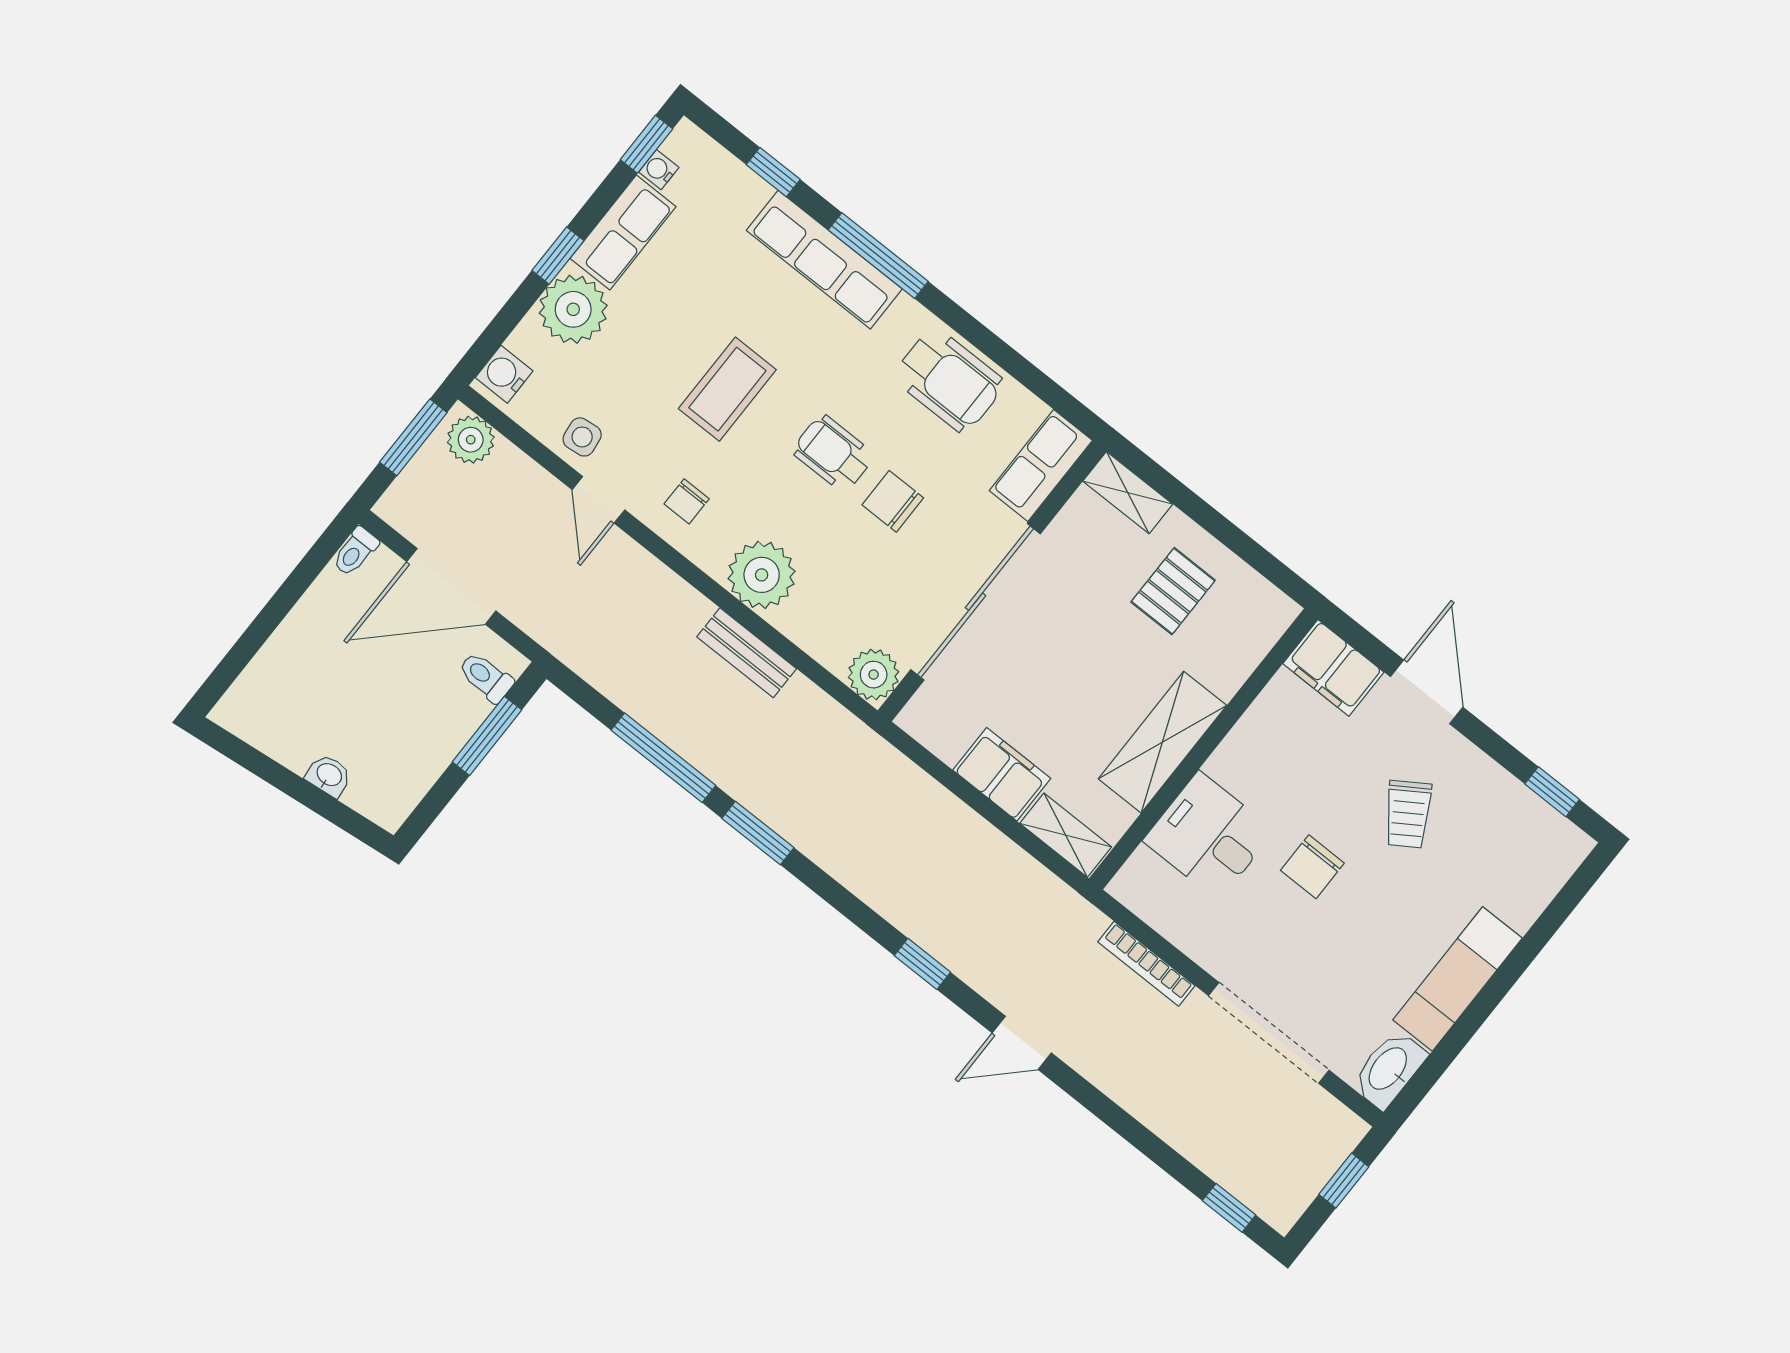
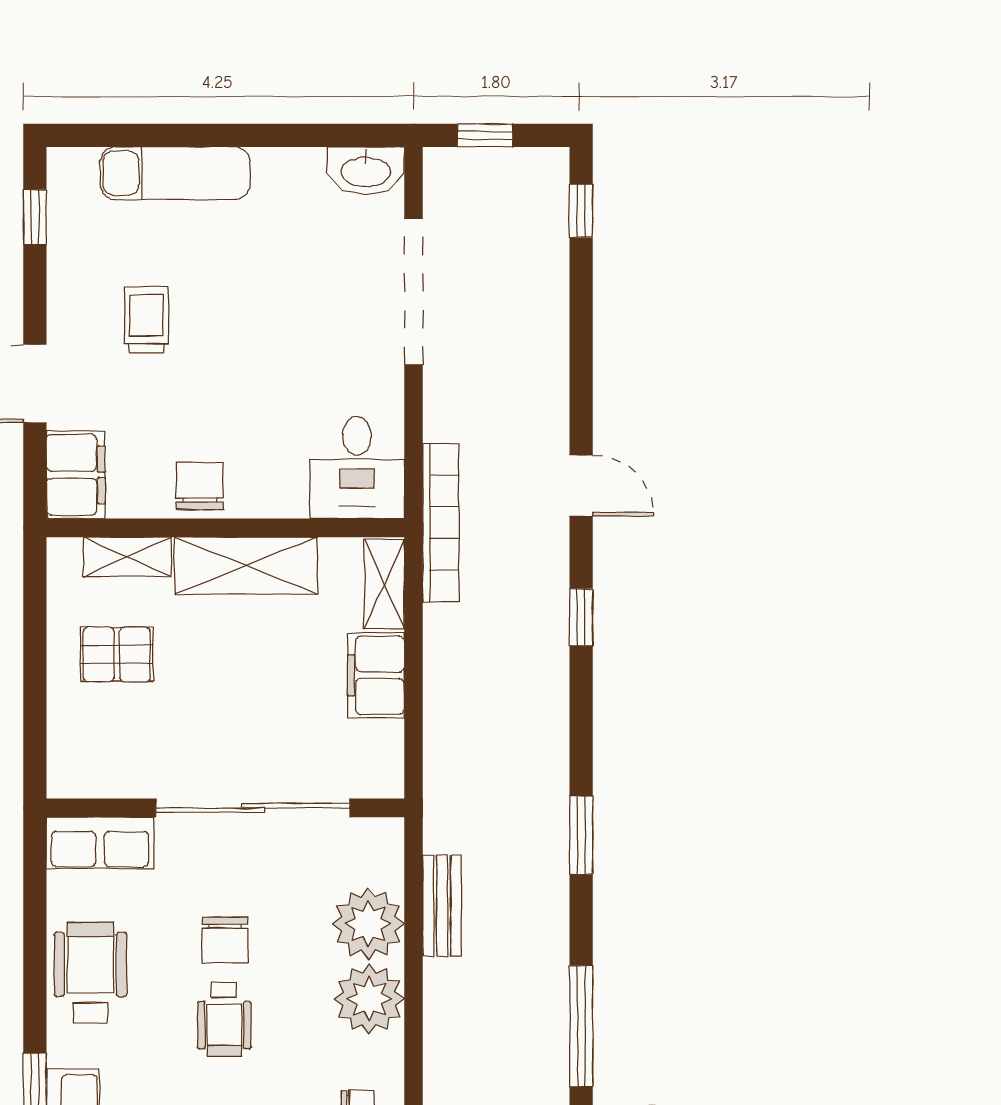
shelving: (1128, 493) -> (127, 557), moved, turned 90
bench: (747, 653) -> (442, 906), moved
plant: (874, 675) -> (368, 924), moved, width x1.36, depth x1.36
window: (663, 758) -> (581, 1026), moved
trolley: (1408, 814) -> (146, 320), turned -57
desk: (1209, 836) -> (357, 468), moved
chair: (1312, 867) -> (200, 486), moved, turned -90
bookcase: (1146, 964) -> (441, 523), moved, width x1.48, depth x1.31
exam couch: (1457, 979) -> (175, 173), moved

